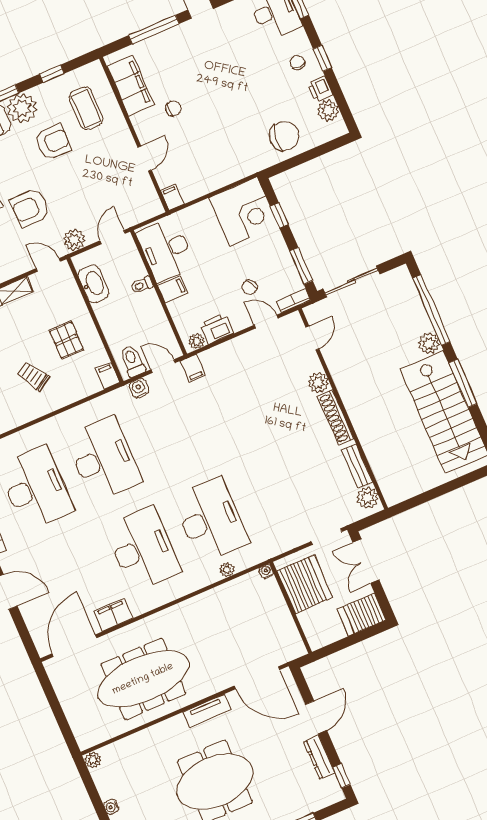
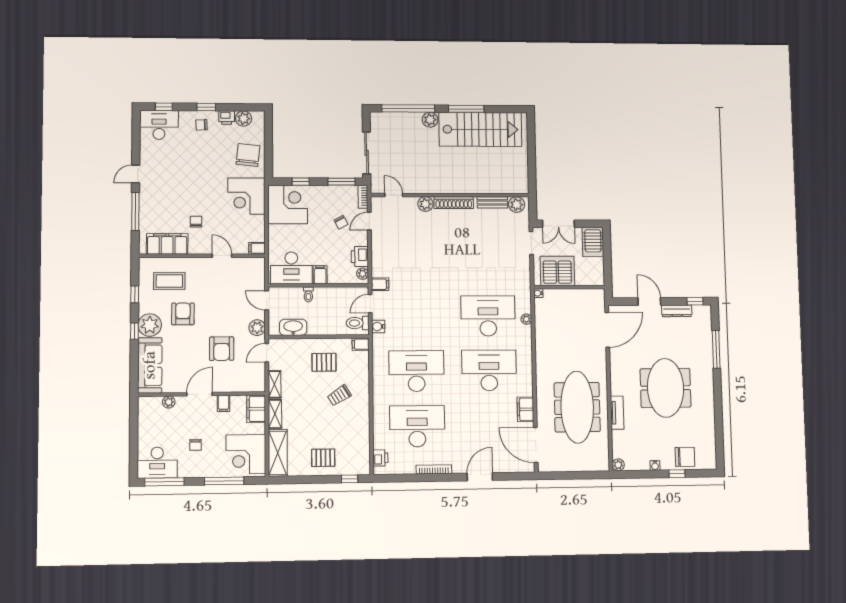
corner desk: (232, 156) -> (246, 196), added
tv unit: (207, 711) -> (617, 413), moved

